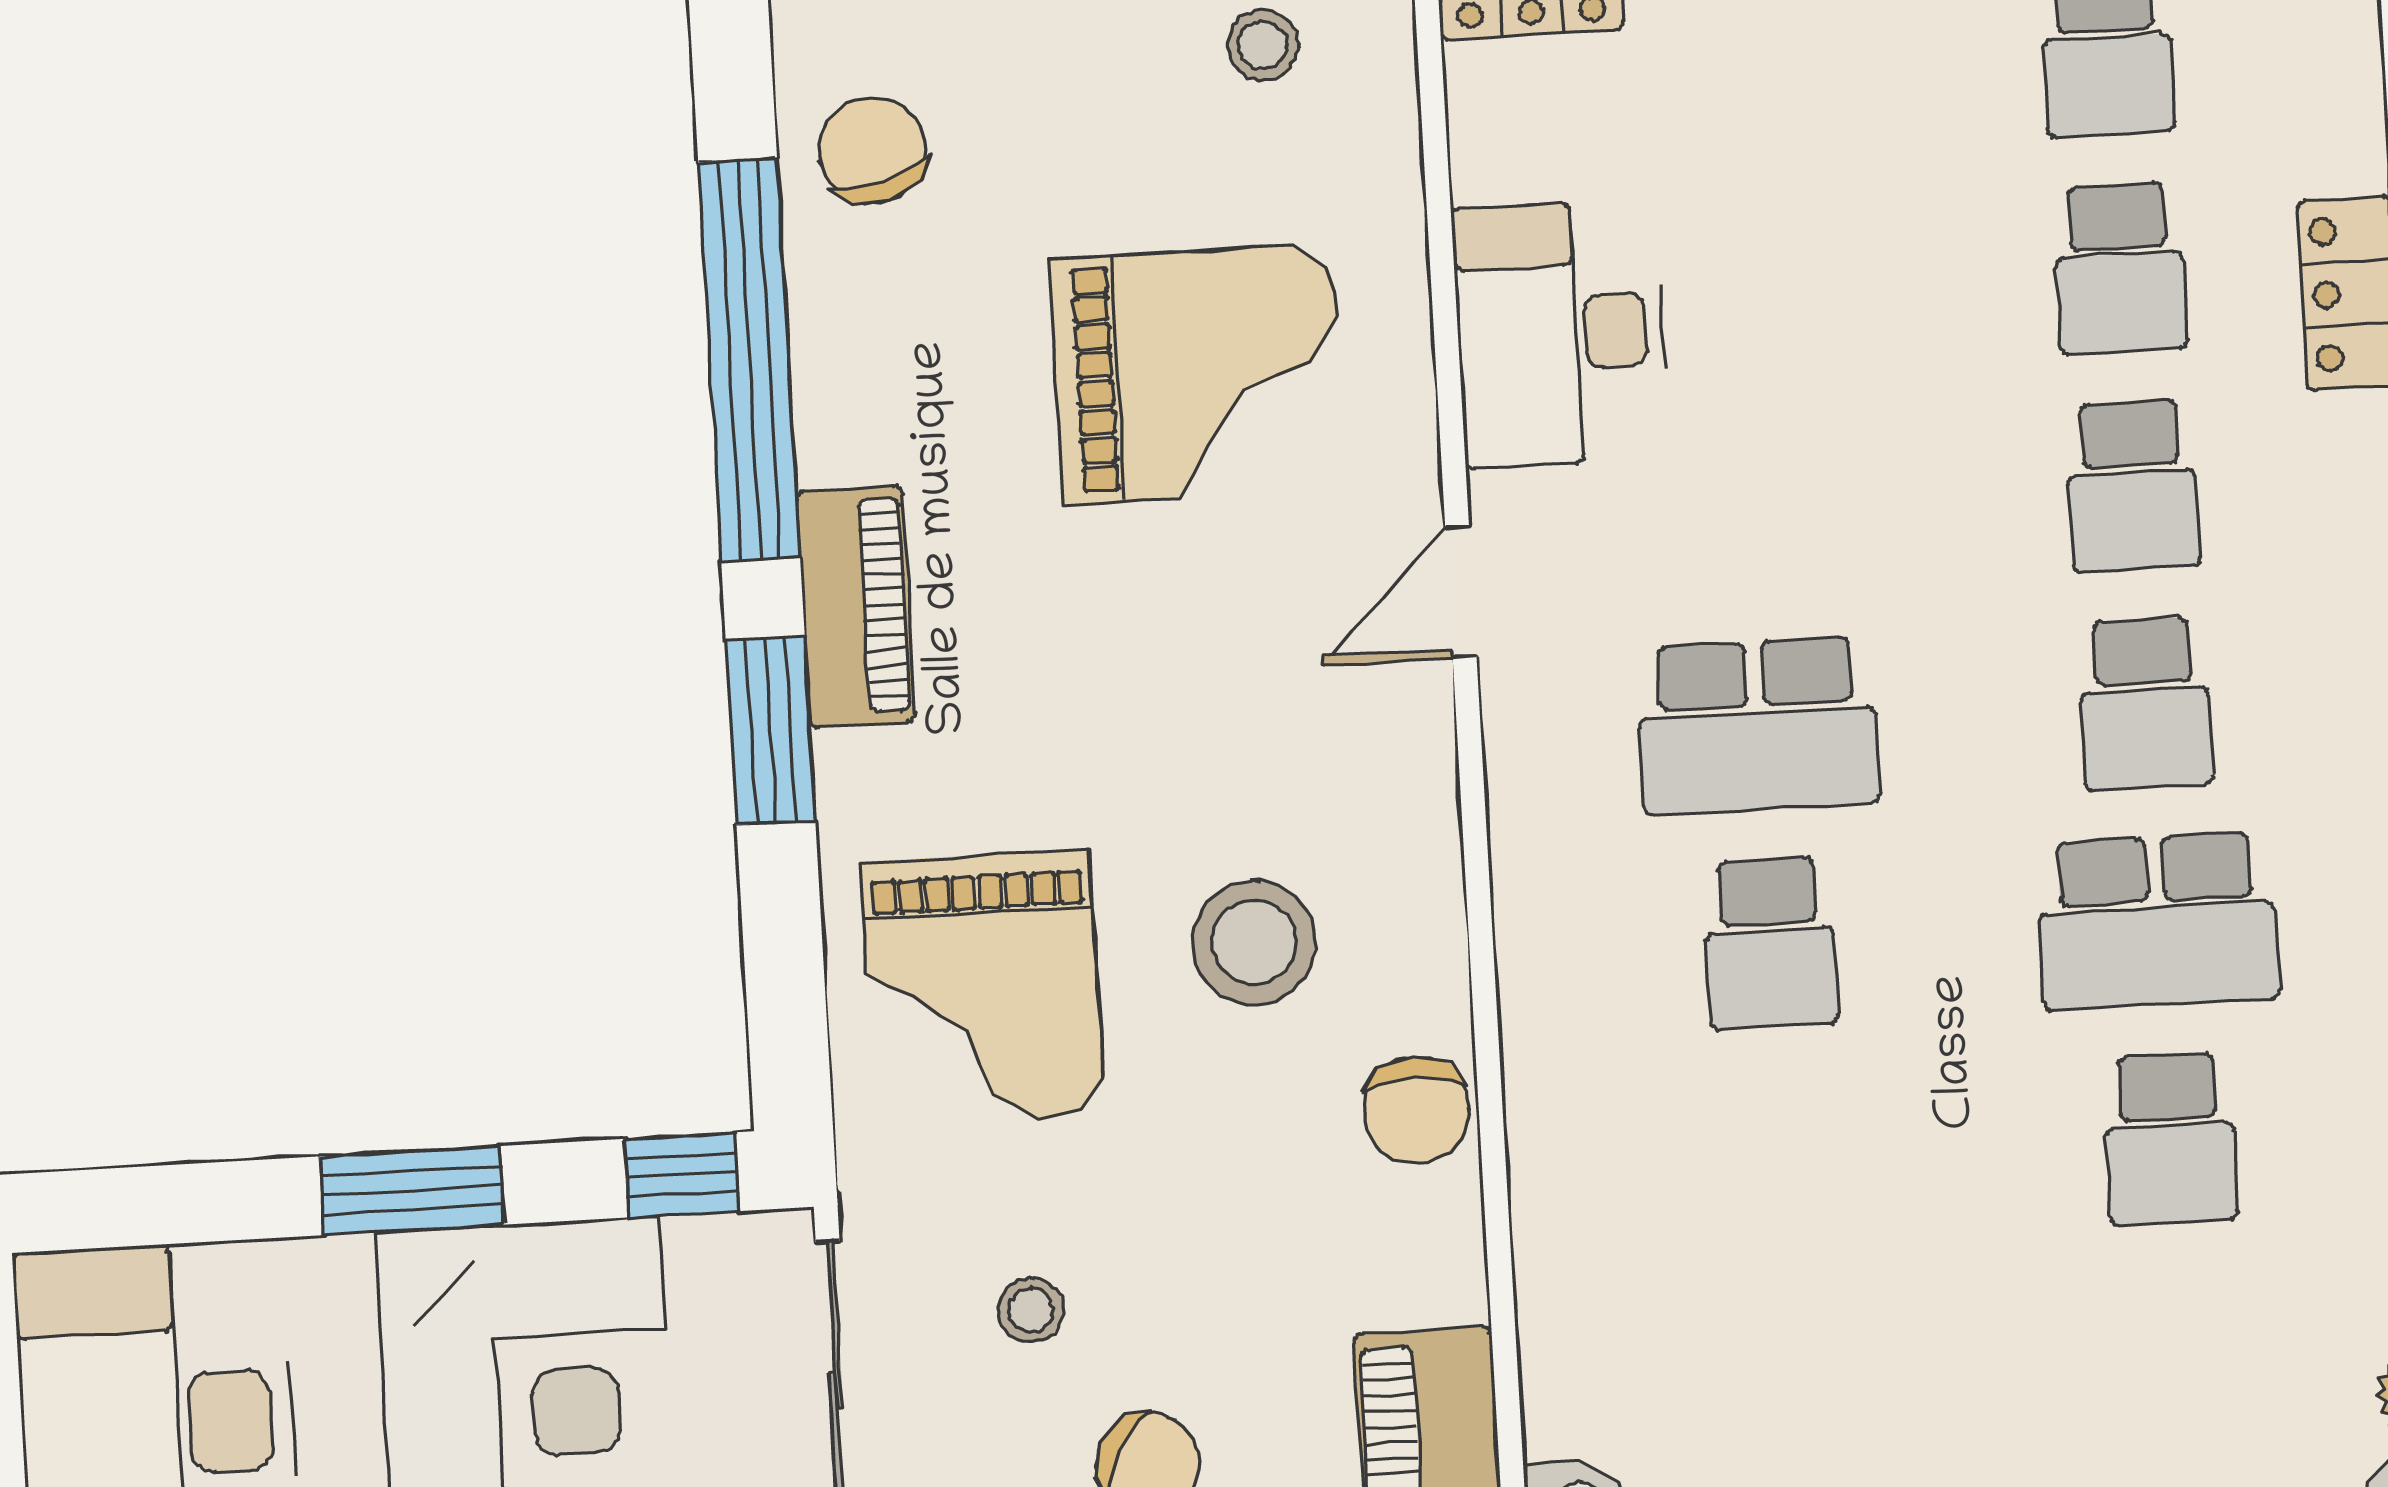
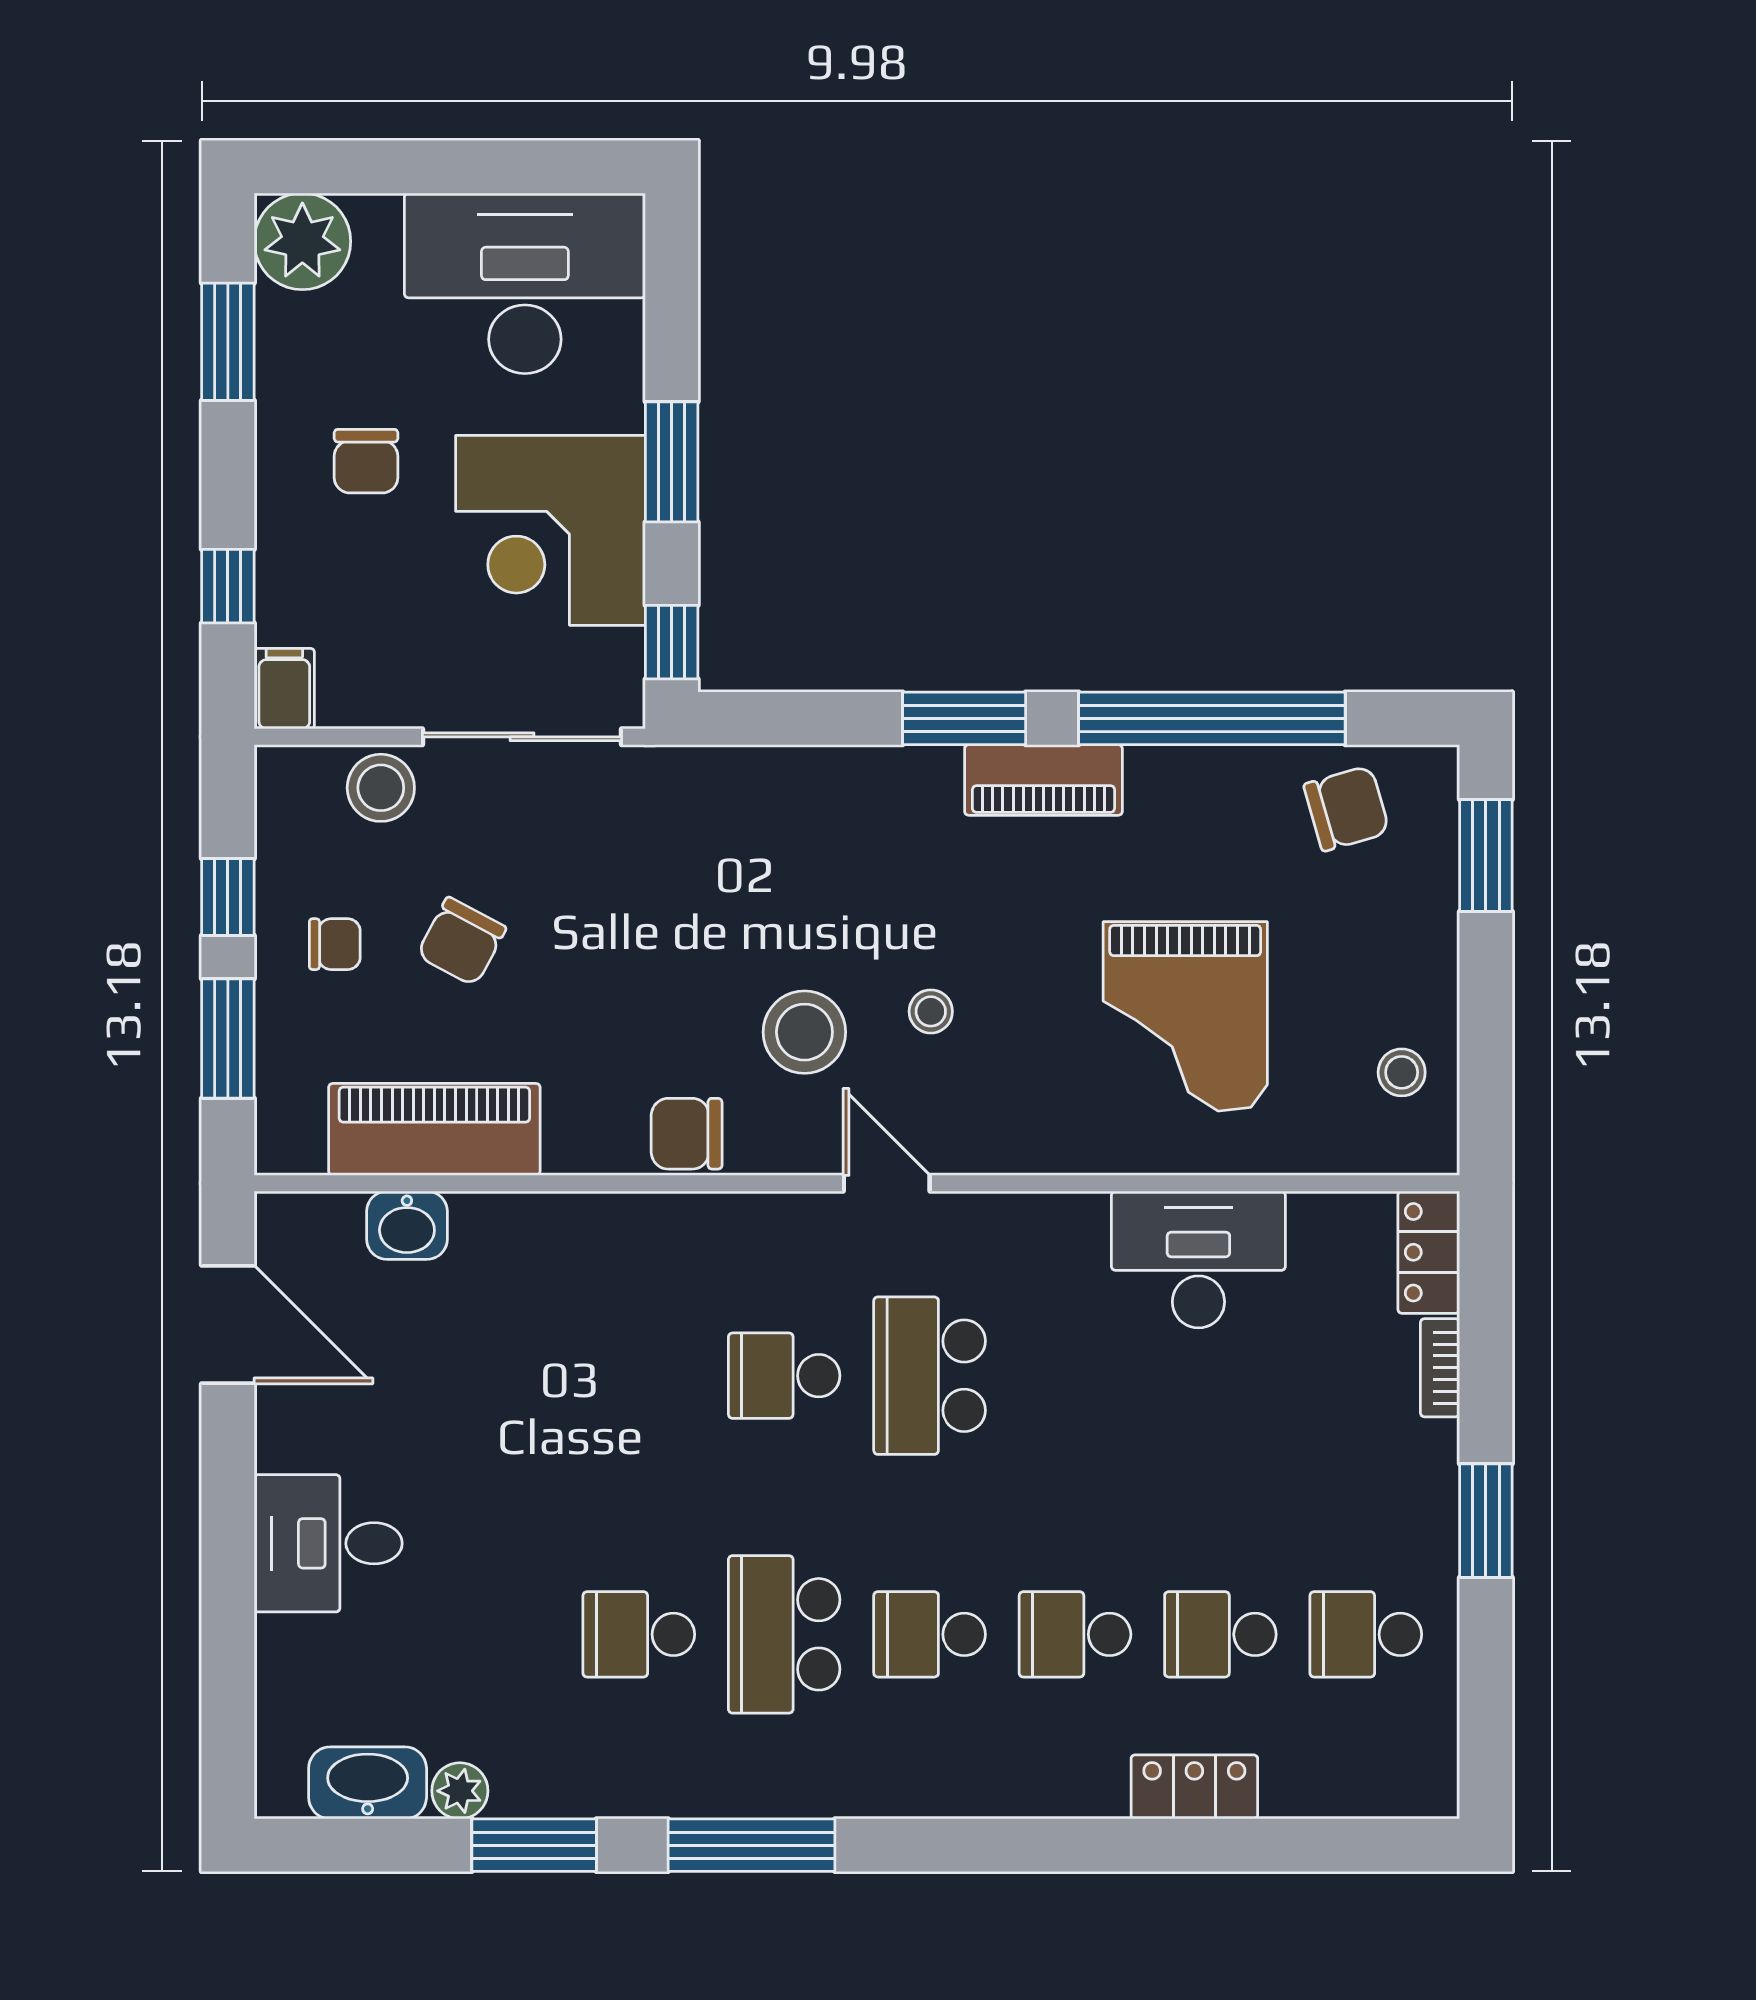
door: (1461, 592) -> (887, 1183), moved
grand piano: (982, 988) -> (785, 850), removed
stool: (1031, 1310) -> (931, 1011), moved

